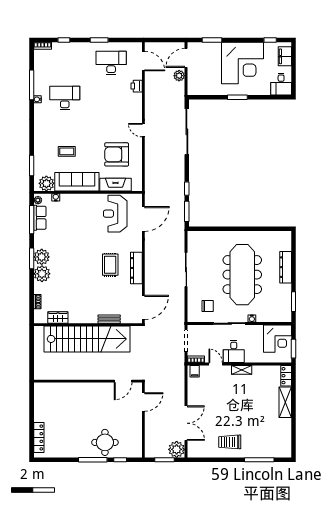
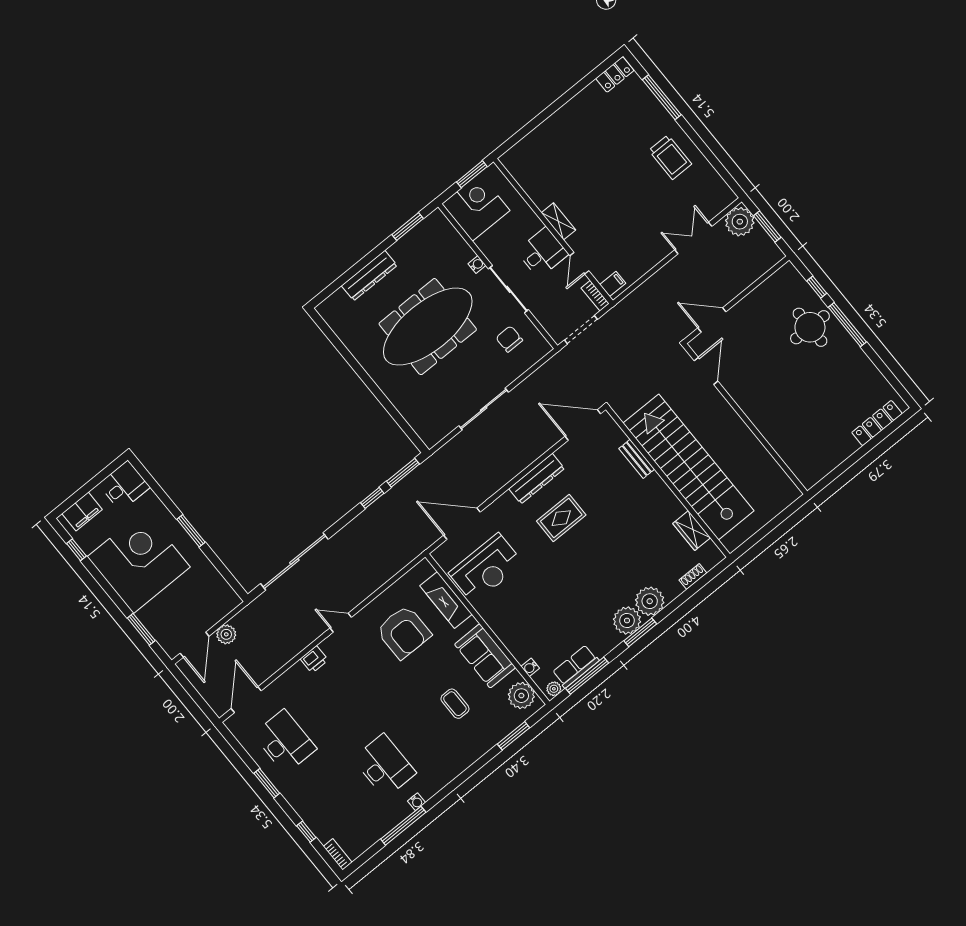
door: (186, 58) -> (195, 645), hinge flipped
desk: (111, 63) -> (285, 742), turned 180
printer: (137, 86) -> (314, 659), moved
desk: (65, 98) -> (384, 766), turned 180
door: (143, 130) -> (341, 623), swing flipped
sofa: (77, 182) -> (485, 656), width x0.73
locker: (286, 376) -> (615, 74), moved
door: (123, 381) -> (706, 371), hinge flipped
shelving: (285, 402) -> (554, 126), removed
double door: (186, 423) -> (693, 238), width x0.73

